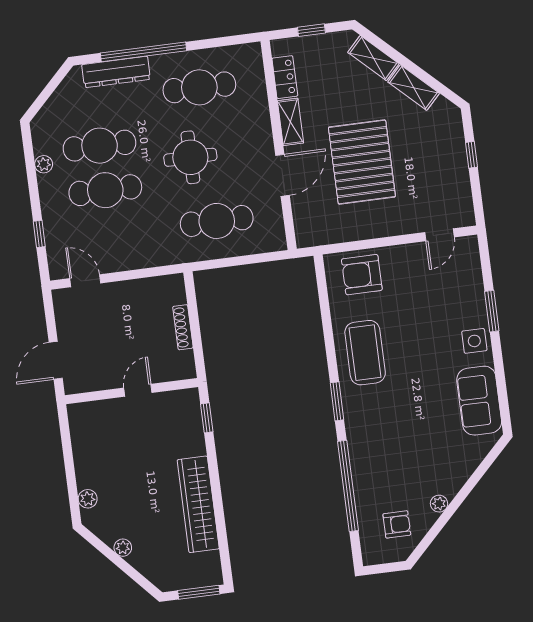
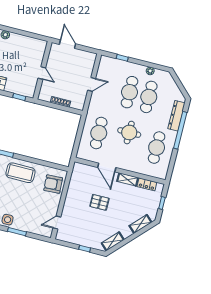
shelving: (414, 88) -> (113, 241), moved
pallet: (362, 162) -> (99, 202), width x0.49, depth x0.50
door: (440, 235) -> (57, 223), hinge flipped
armchair: (362, 275) -> (53, 184), turned -93
door: (85, 281) -> (92, 84), moved

